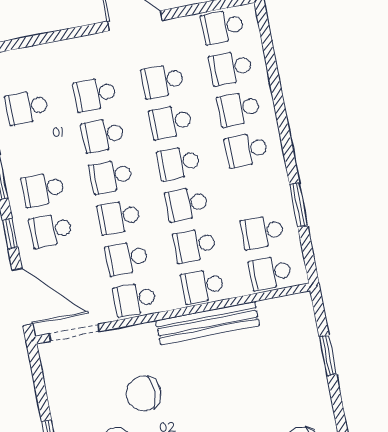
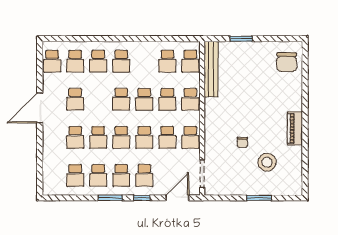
school desk: (171, 122) -> (98, 175), moved
window: (299, 205) -> (157, 39), removed
door: (22, 297) -> (177, 198), width x0.73
bench: (208, 323) -> (211, 69), moved
chair: (144, 393) -> (242, 142), width x0.54, depth x0.54

